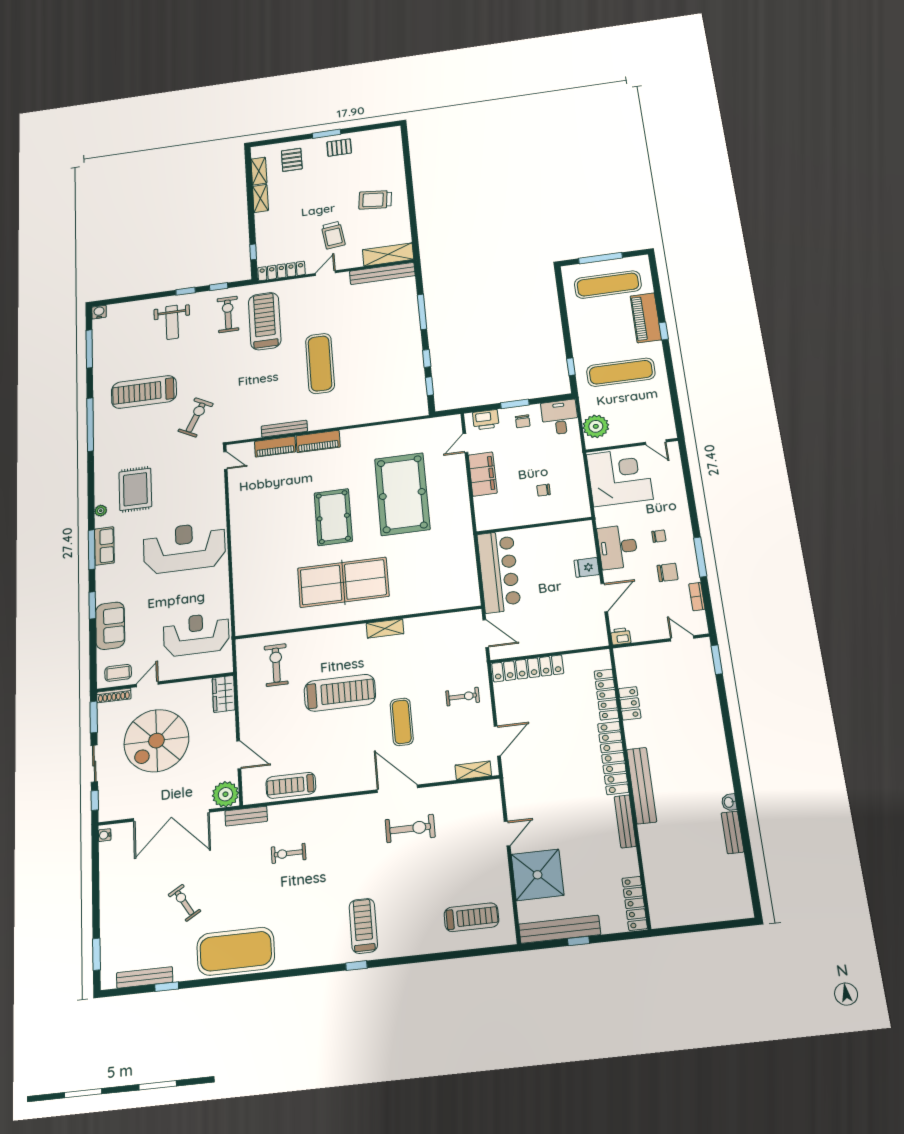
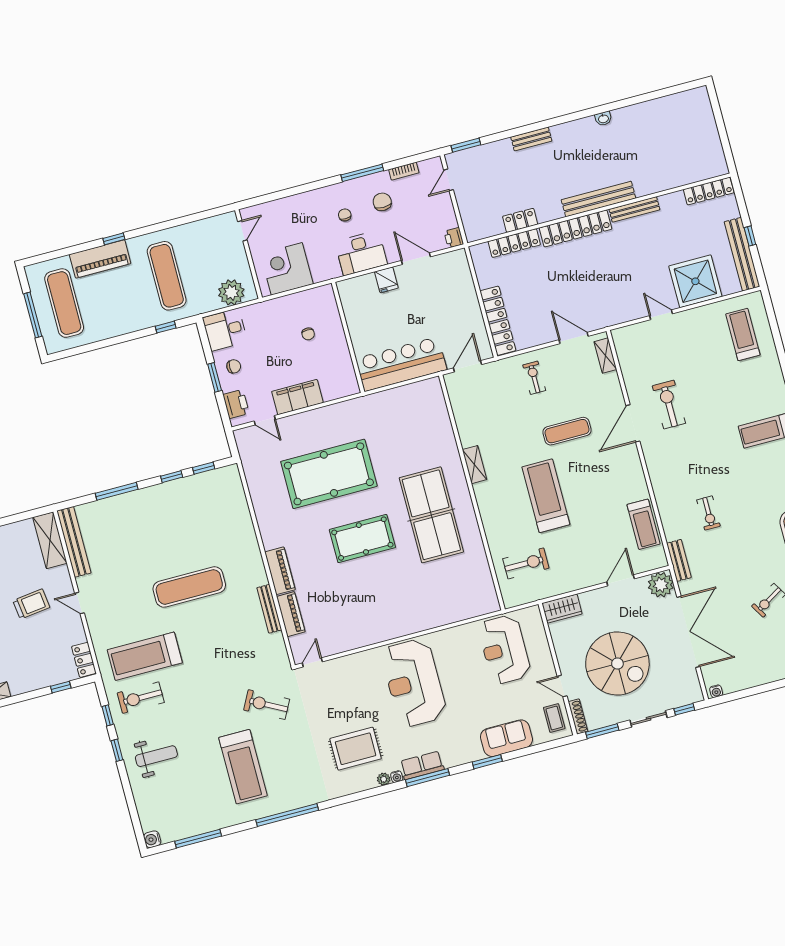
locker: (282, 271) -> (84, 660), width x0.66
corner desk: (620, 477) -> (287, 269), width x0.74, depth x0.74
water cooler: (100, 522) -> (397, 777), added
exercise bike: (276, 665) -> (526, 563), turned 180
bench: (733, 832) -> (531, 139), moved

